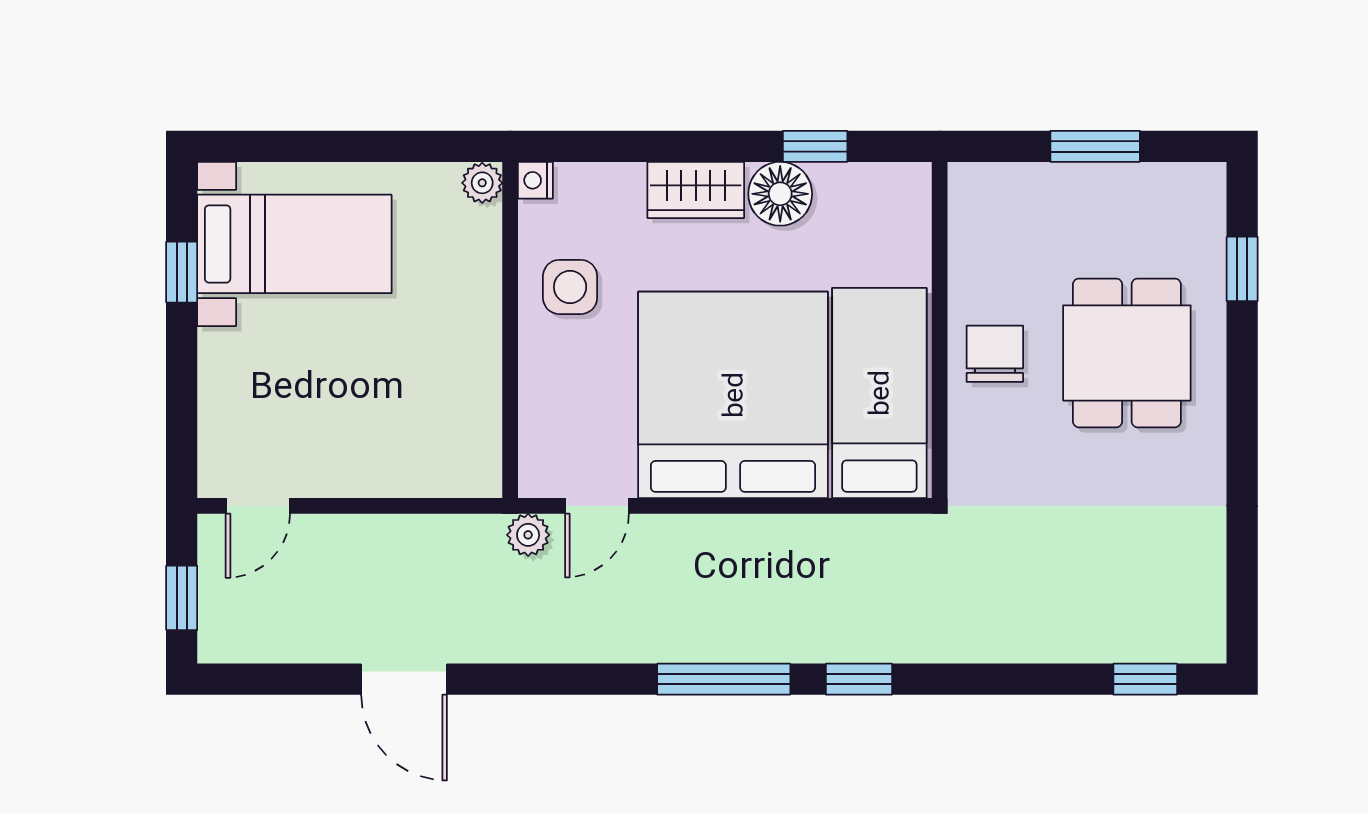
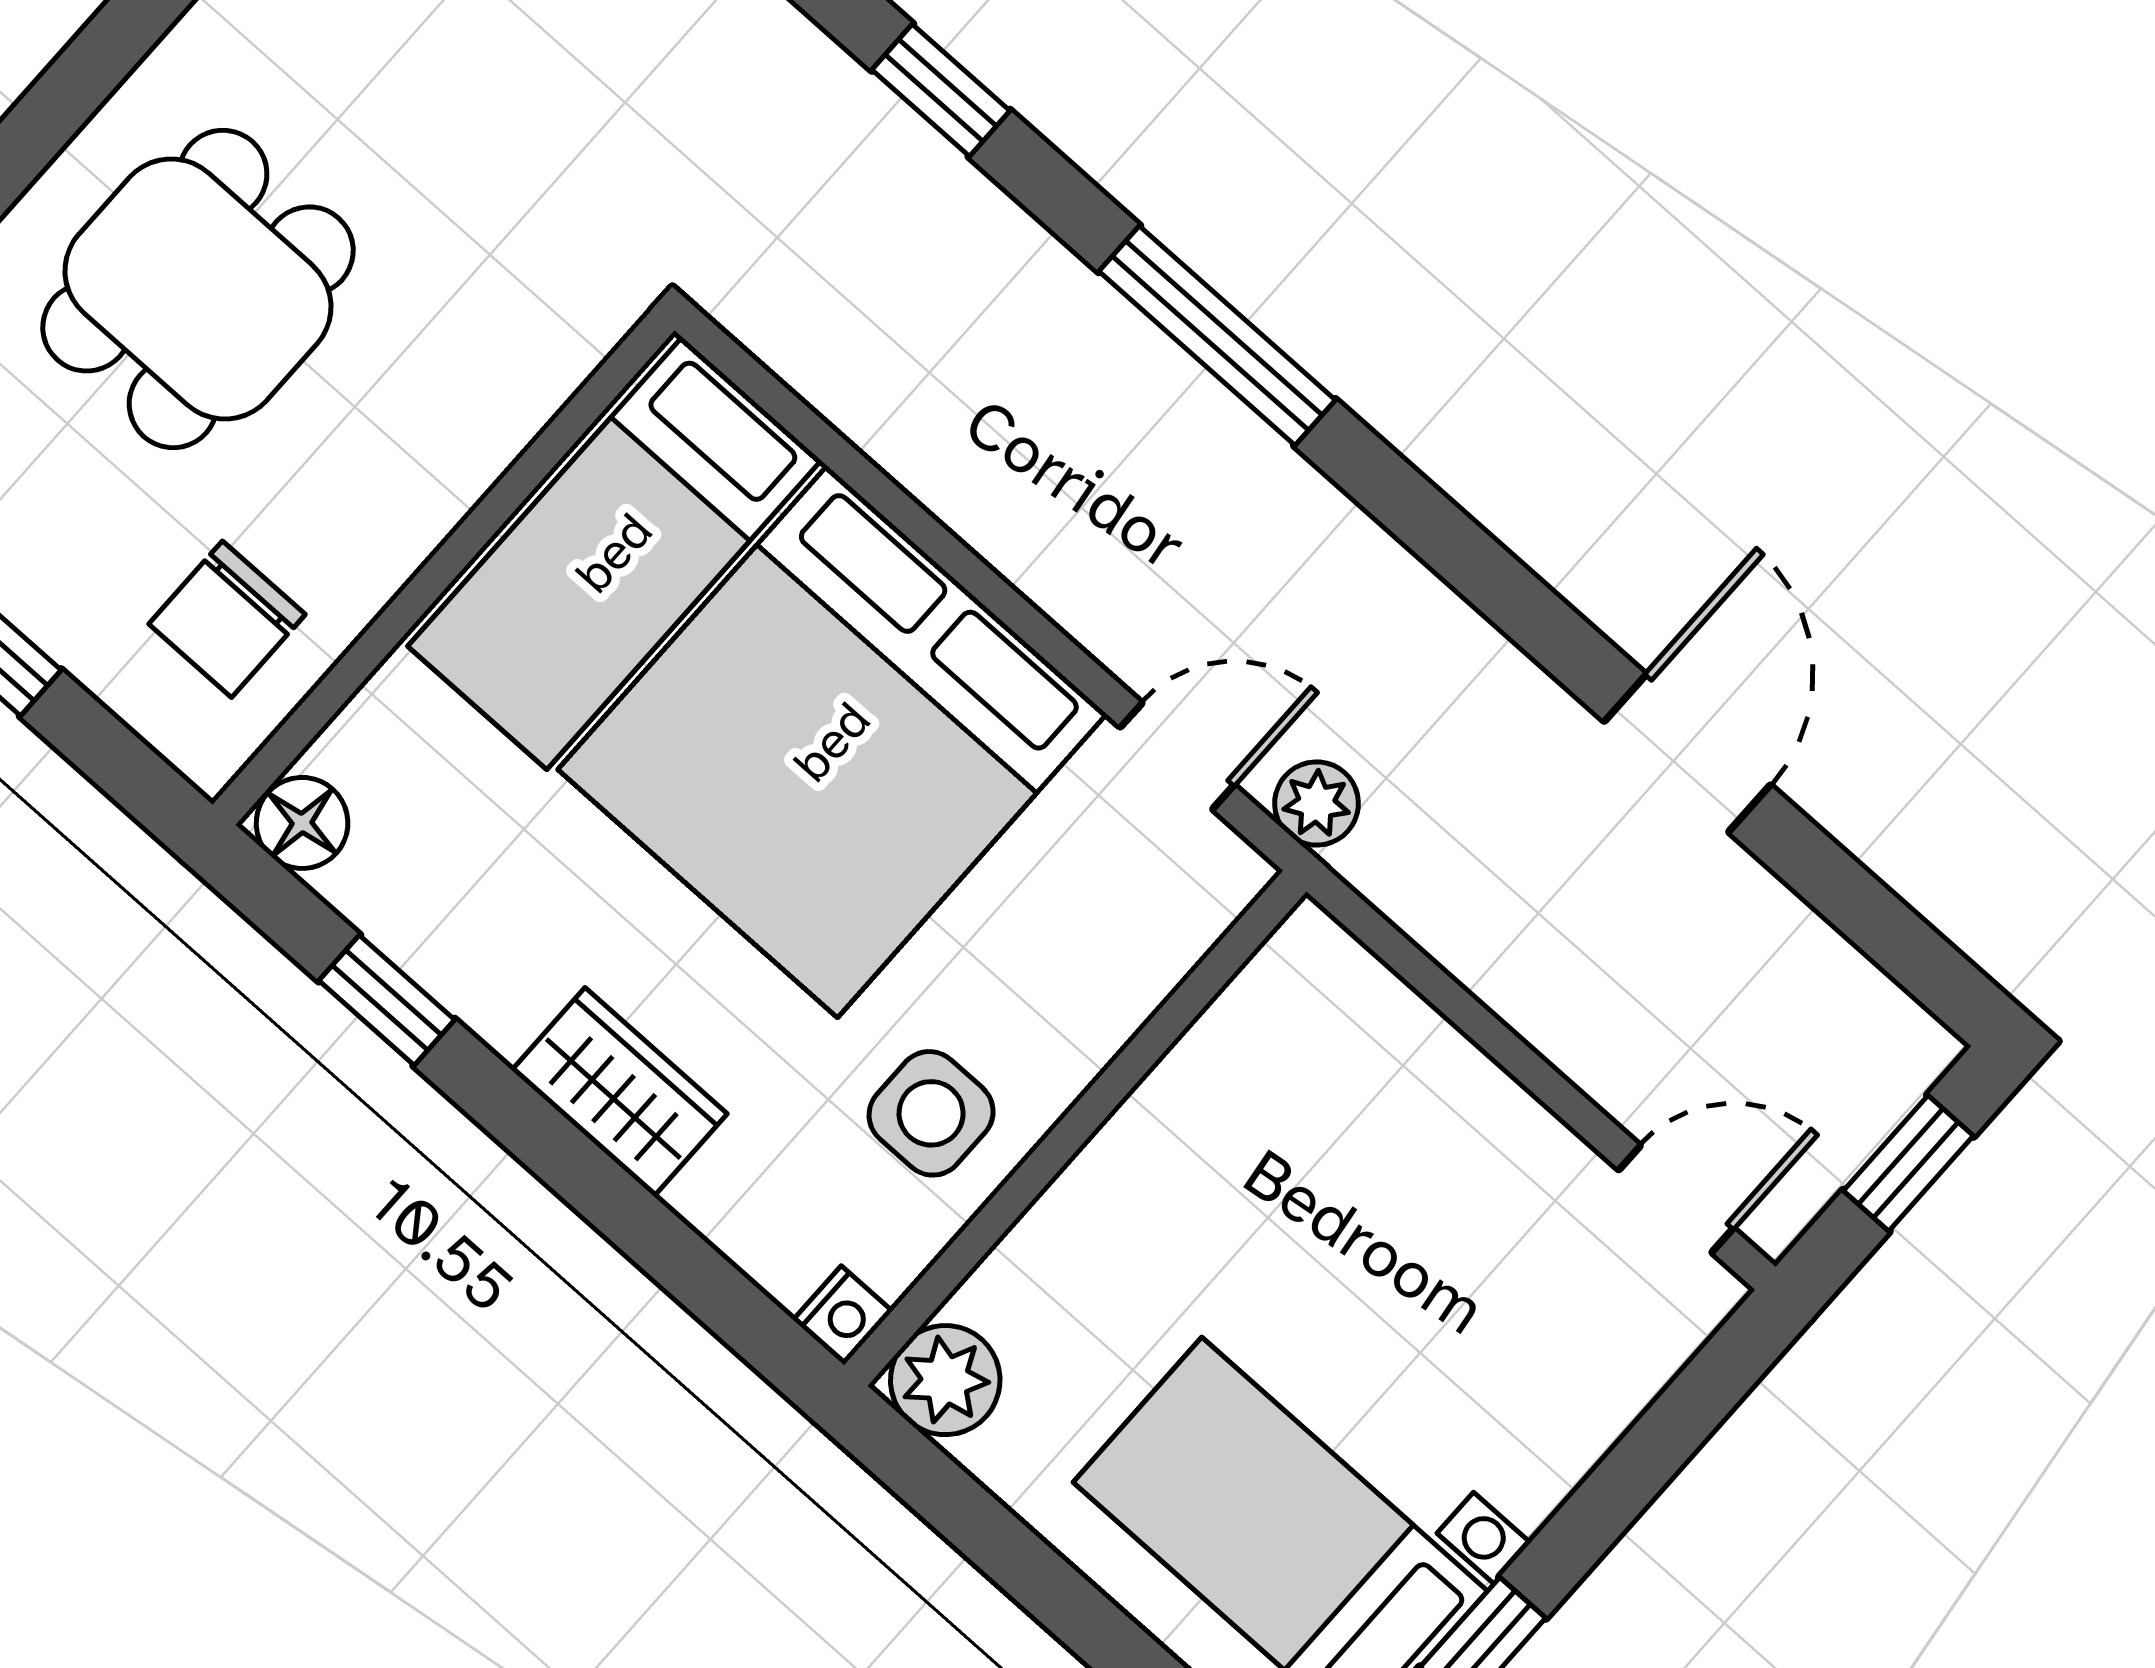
plant: (482, 183) -> (945, 1380), width x1.38, depth x1.38
floor lamp: (780, 194) -> (302, 823), moved, width x0.73, depth x0.73
chair: (995, 354) -> (227, 619), moved
window: (859, 679) -> (941, 90), moved

